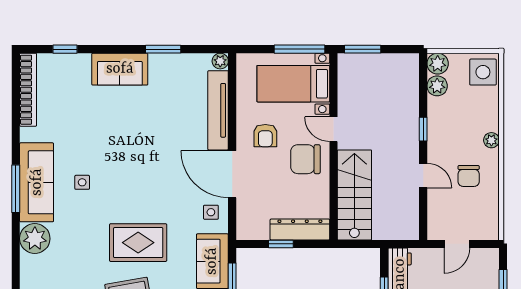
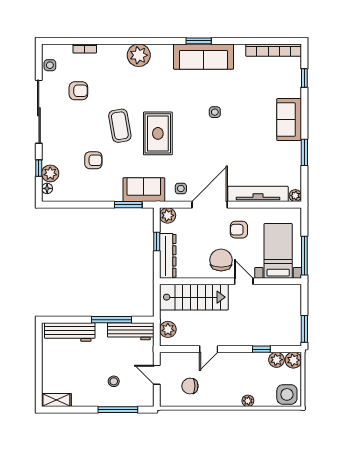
window: (363, 49) -> (304, 329), moved
door: (333, 129) -> (244, 281), hinge flipped
window: (423, 129) -> (261, 349), moved
plant: (491, 140) -> (248, 401), moved
chair: (469, 176) -> (190, 386), moved
side table: (82, 182) -> (215, 112), moved
window: (16, 189) -> (199, 41), width x0.69
plant: (397, 229) -> (168, 329), added
plant: (246, 230) -> (168, 215), added
plant: (35, 239) -> (139, 55), moved

